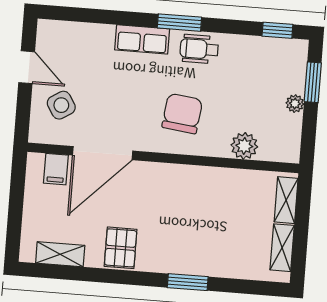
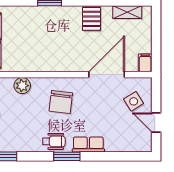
filing cabinet: (56, 169) -> (145, 63), moved

